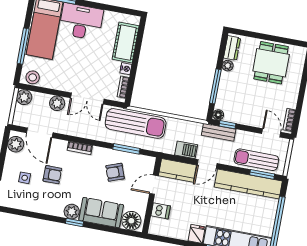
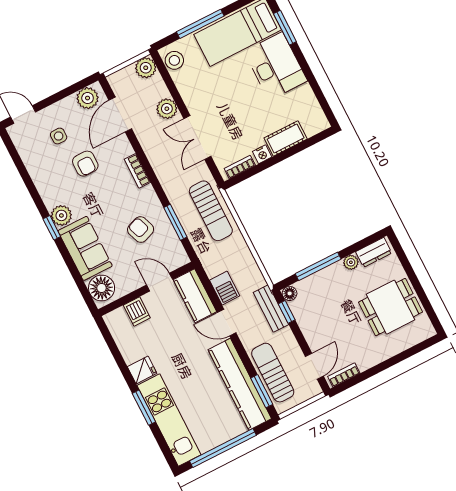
cot: (126, 43) -> (286, 138), width x0.73, depth x0.75
sun lounger: (136, 123) -> (211, 211), width x0.73, depth x0.75

